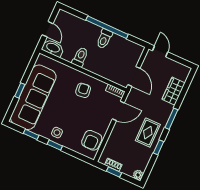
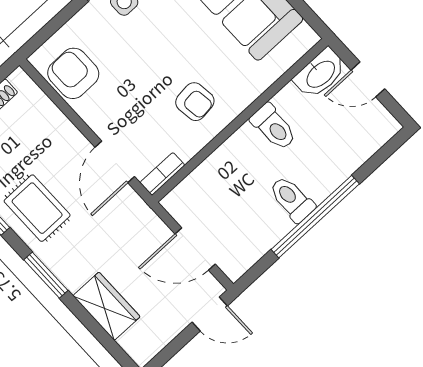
door: (134, 76) -> (195, 249), moved

